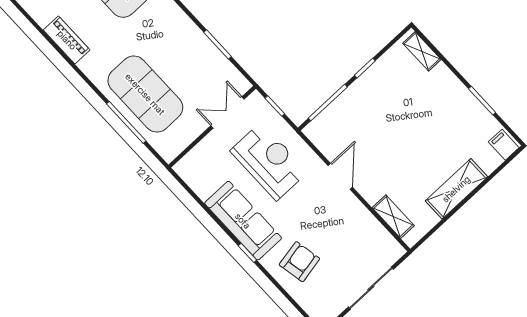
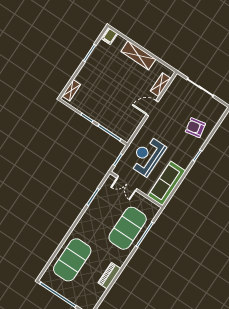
door: (340, 176) -> (152, 108), moved
sofa: (243, 221) -> (167, 183), moved

